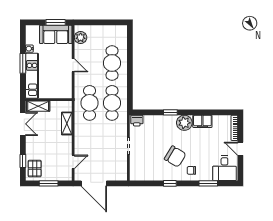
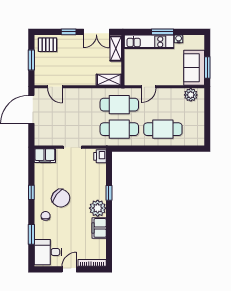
door: (73, 65) -> (149, 87), moved
shelving: (67, 123) -> (109, 80), moved
chair: (175, 156) -> (61, 198), turned -83
window: (23, 161) -> (69, 32), moved
filing cabinet: (136, 171) -> (45, 156), added

